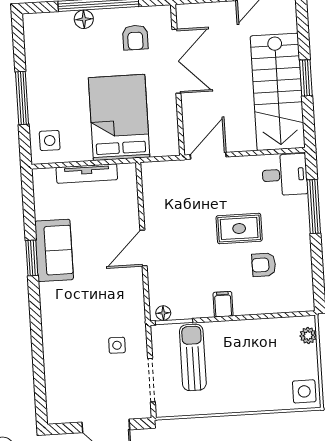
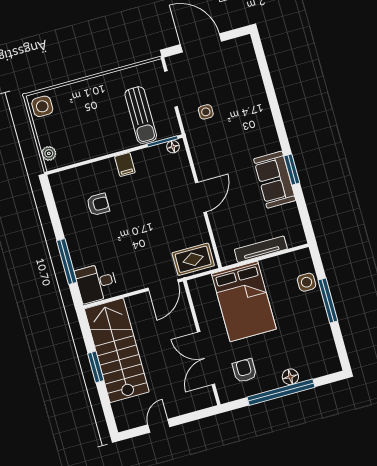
side table: (50, 141) -> (307, 282), moved
rug: (239, 228) -> (193, 259), moved

